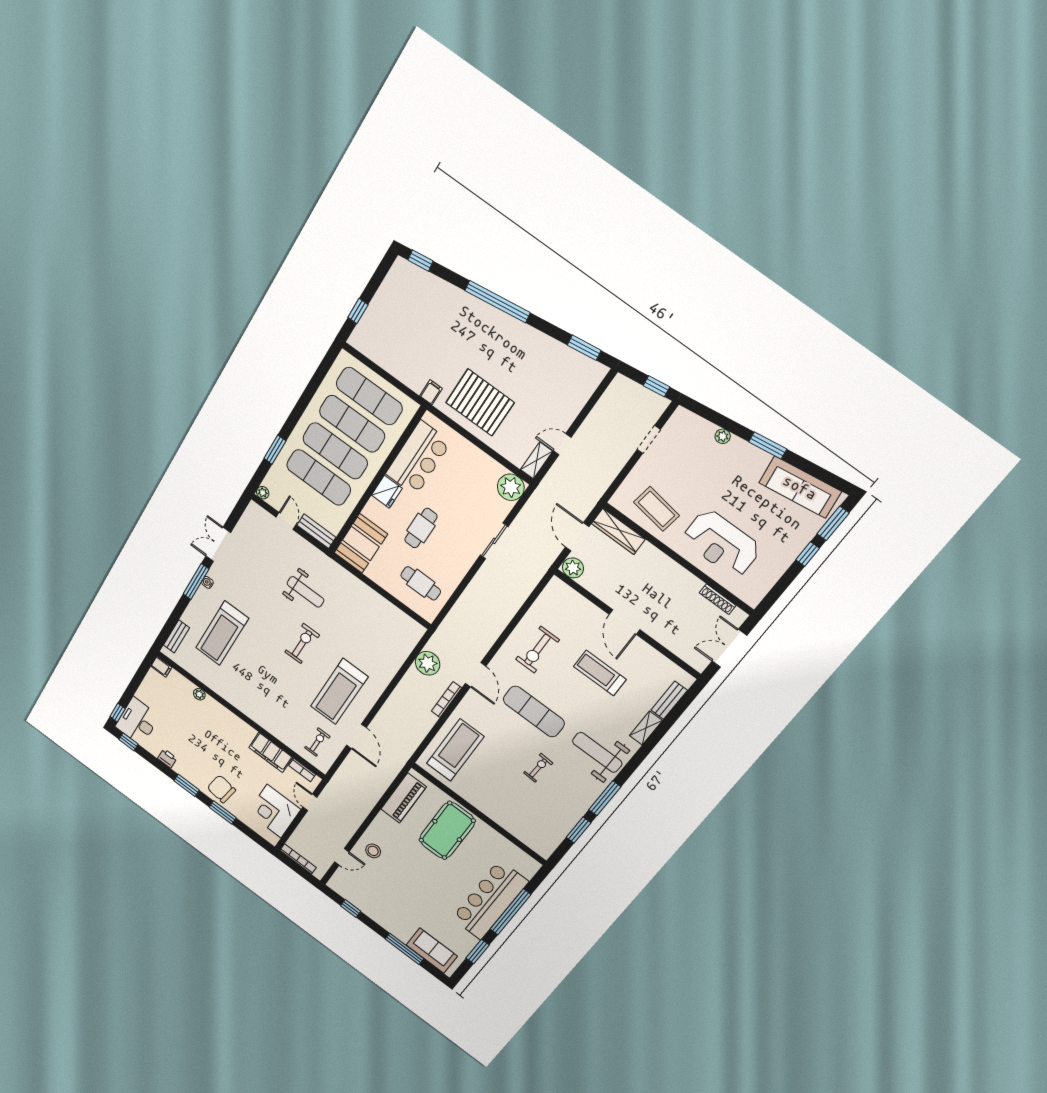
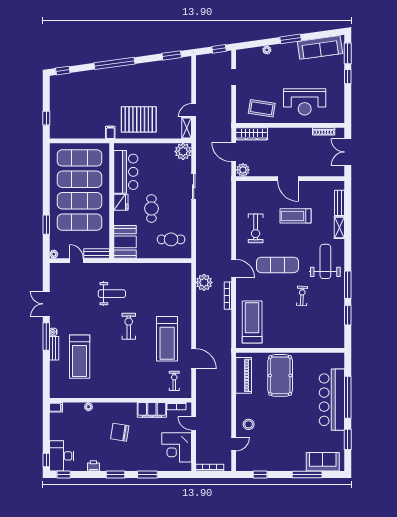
bench: (176, 636) -> (54, 348), moved
weight bench: (597, 752) -> (325, 261), turned 90
chair: (221, 789) -> (120, 432), moved

